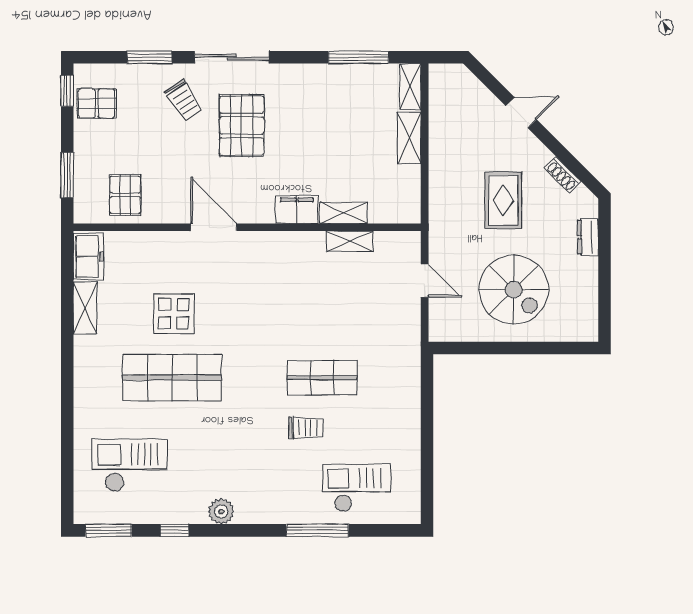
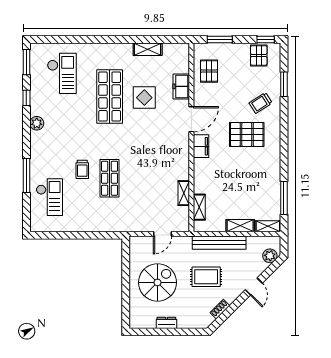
sliding door: (232, 57) -> (284, 129), removed
plant: (465, 83) -> (270, 256), added
bench: (441, 176) -> (219, 243), added
pallet: (125, 195) -> (209, 71), turned 90
filing cabinet: (297, 210) -> (201, 146), moved
shelving: (344, 213) -> (199, 207), moved
dresser: (588, 237) -> (166, 323), moved
freezer: (88, 256) -> (181, 86), moved, turned 90
spiral stairs: (514, 290) -> (157, 282), turned 180

